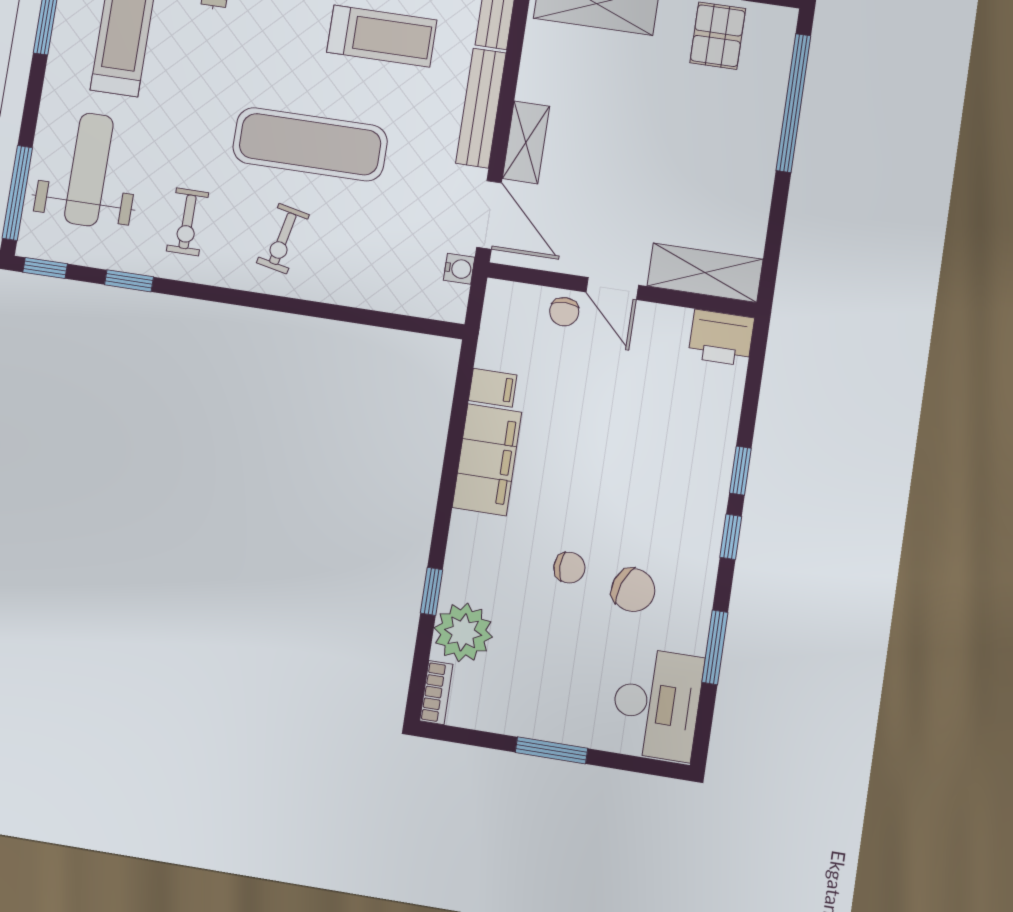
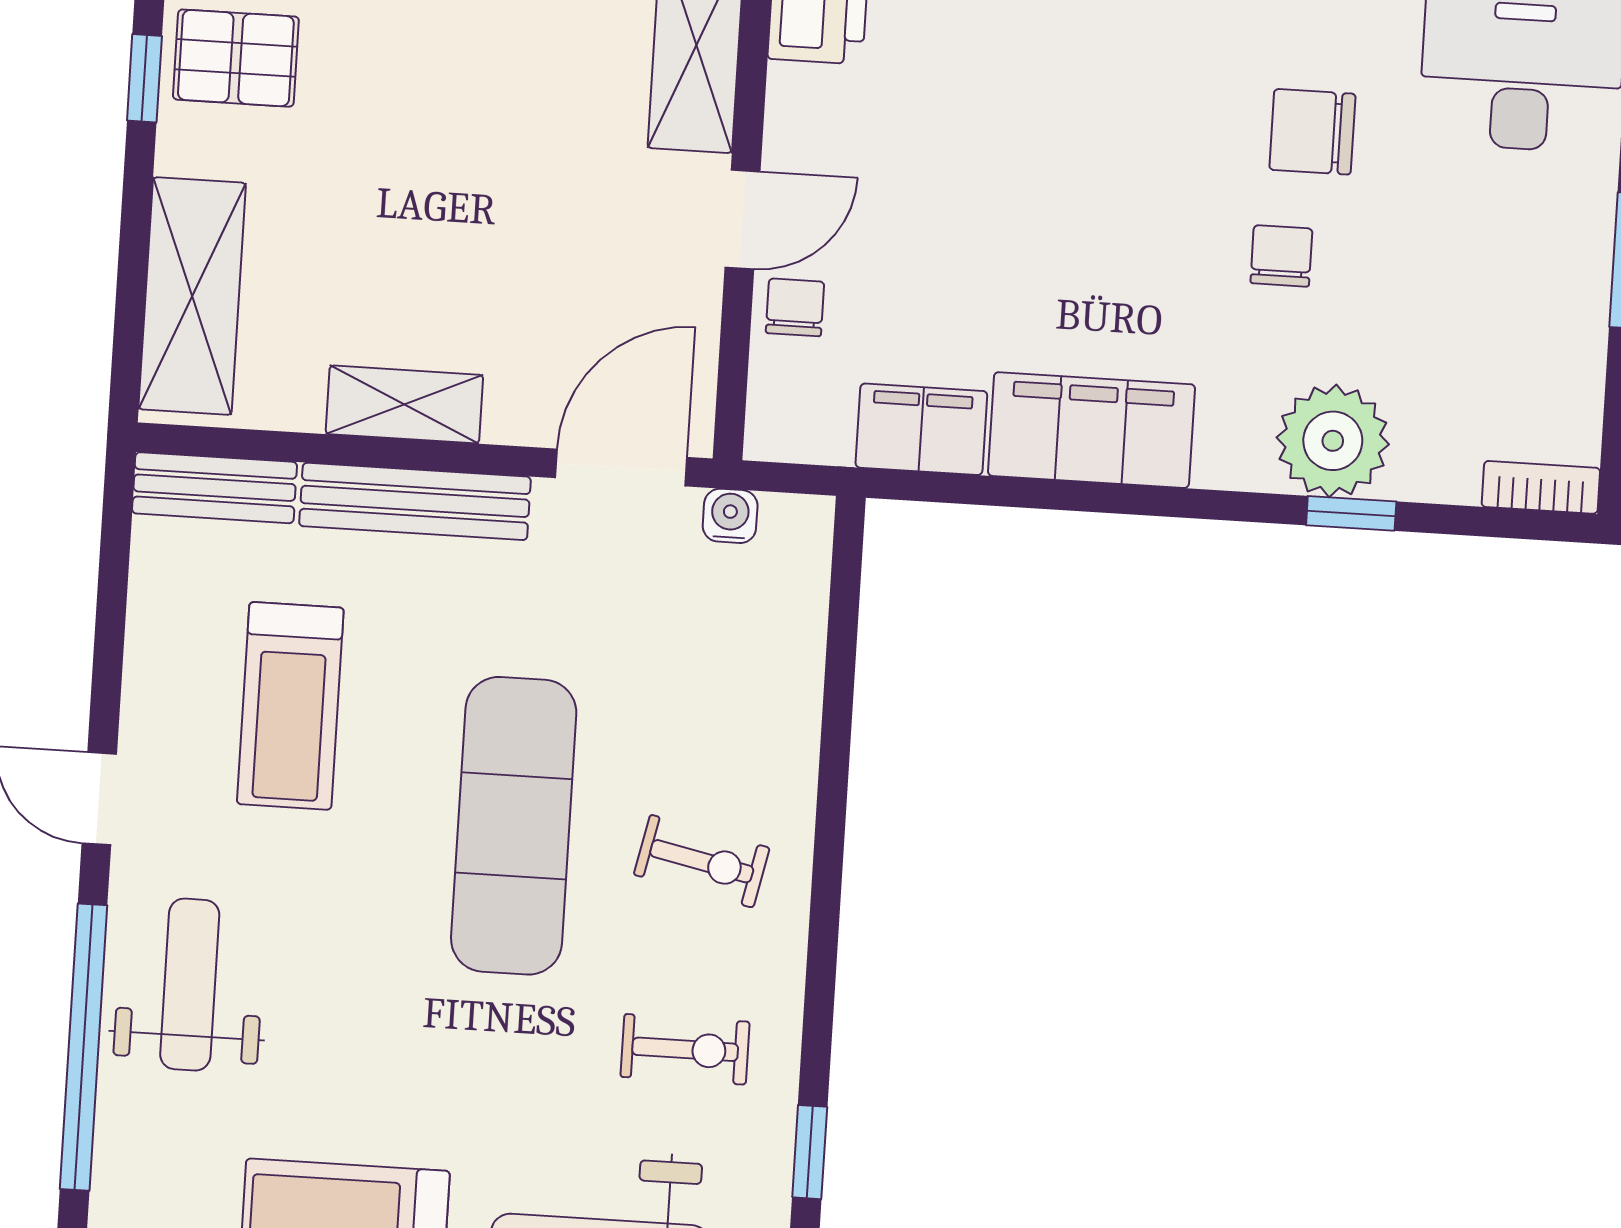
treadmill: (382, 36) -> (290, 706), turned 180
shelving: (526, 142) -> (404, 404), moved
chair: (564, 312) -> (795, 307), turned -90
filing cabinet: (493, 388) -> (921, 429), width x2.00
chair: (633, 590) -> (1312, 132), turned -110
plant: (463, 632) -> (1333, 441), moved

